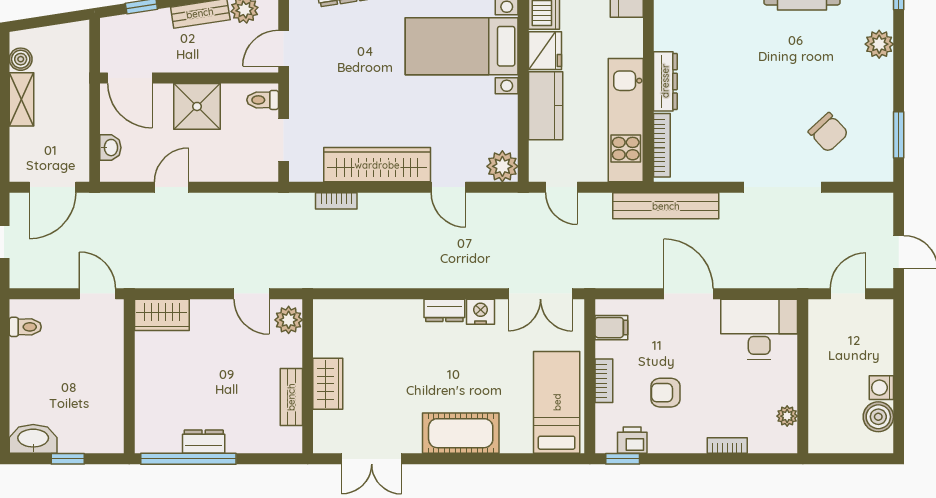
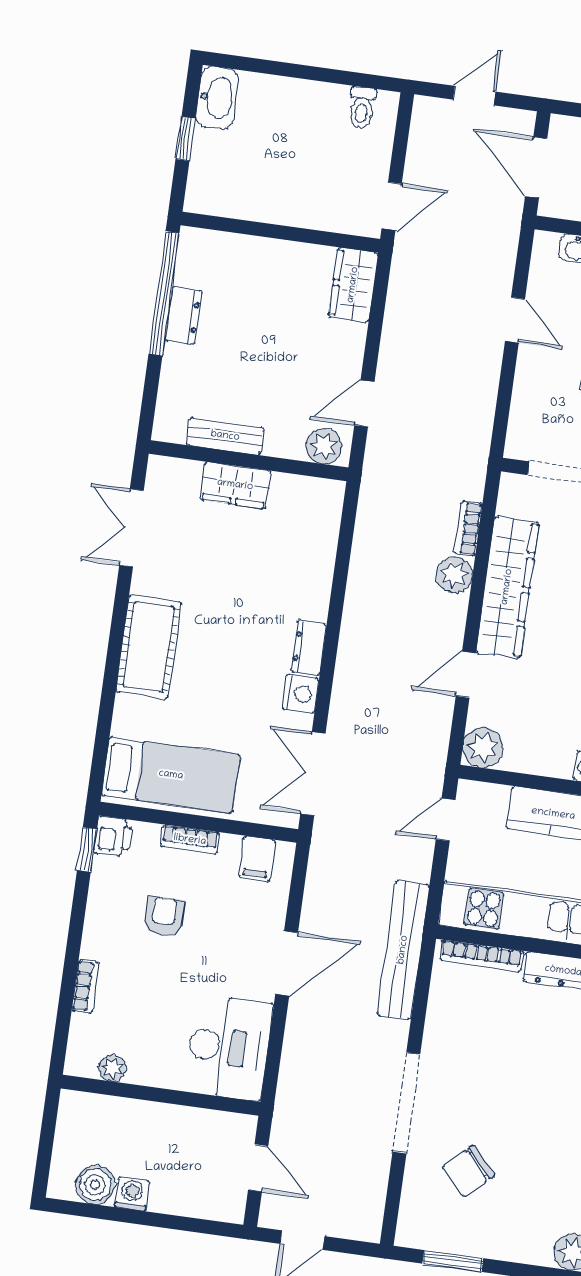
plant: (373, 207) -> (454, 575), added
printer: (632, 440) -> (113, 836), moved

